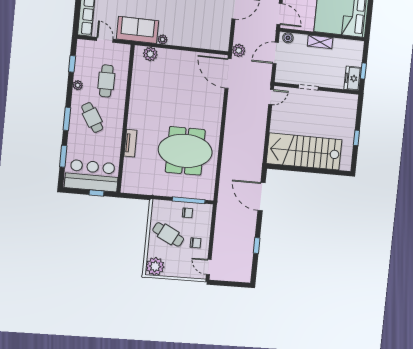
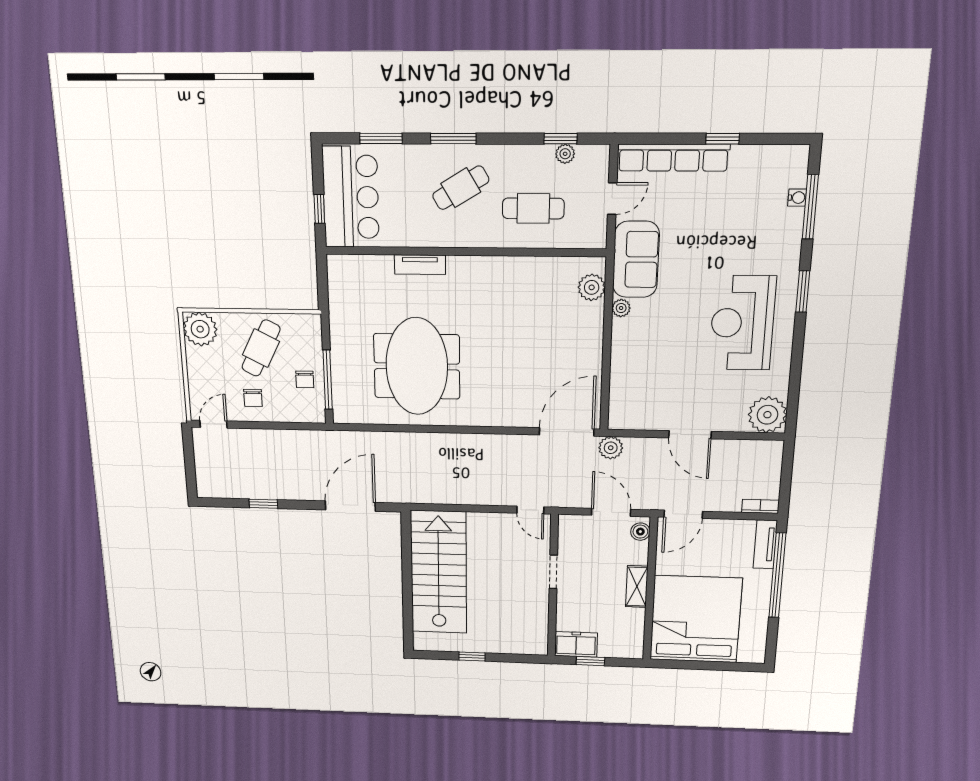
plant: (78, 85) -> (565, 154), moved

